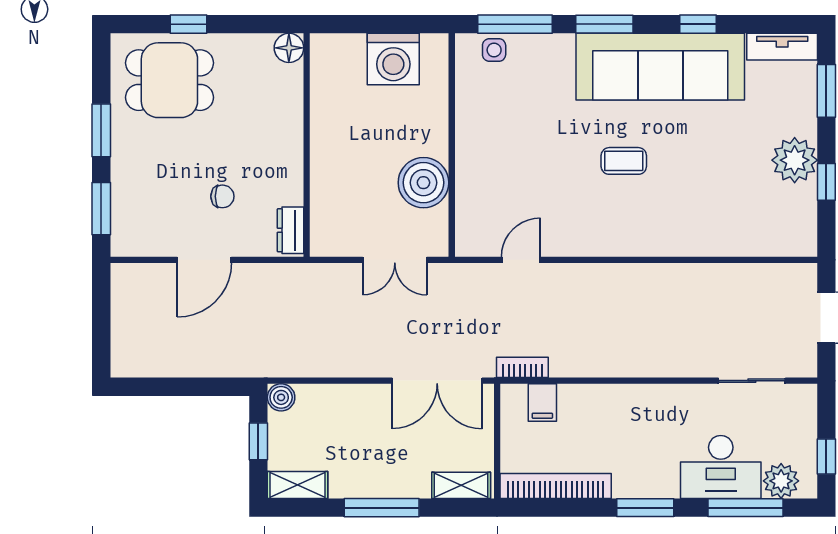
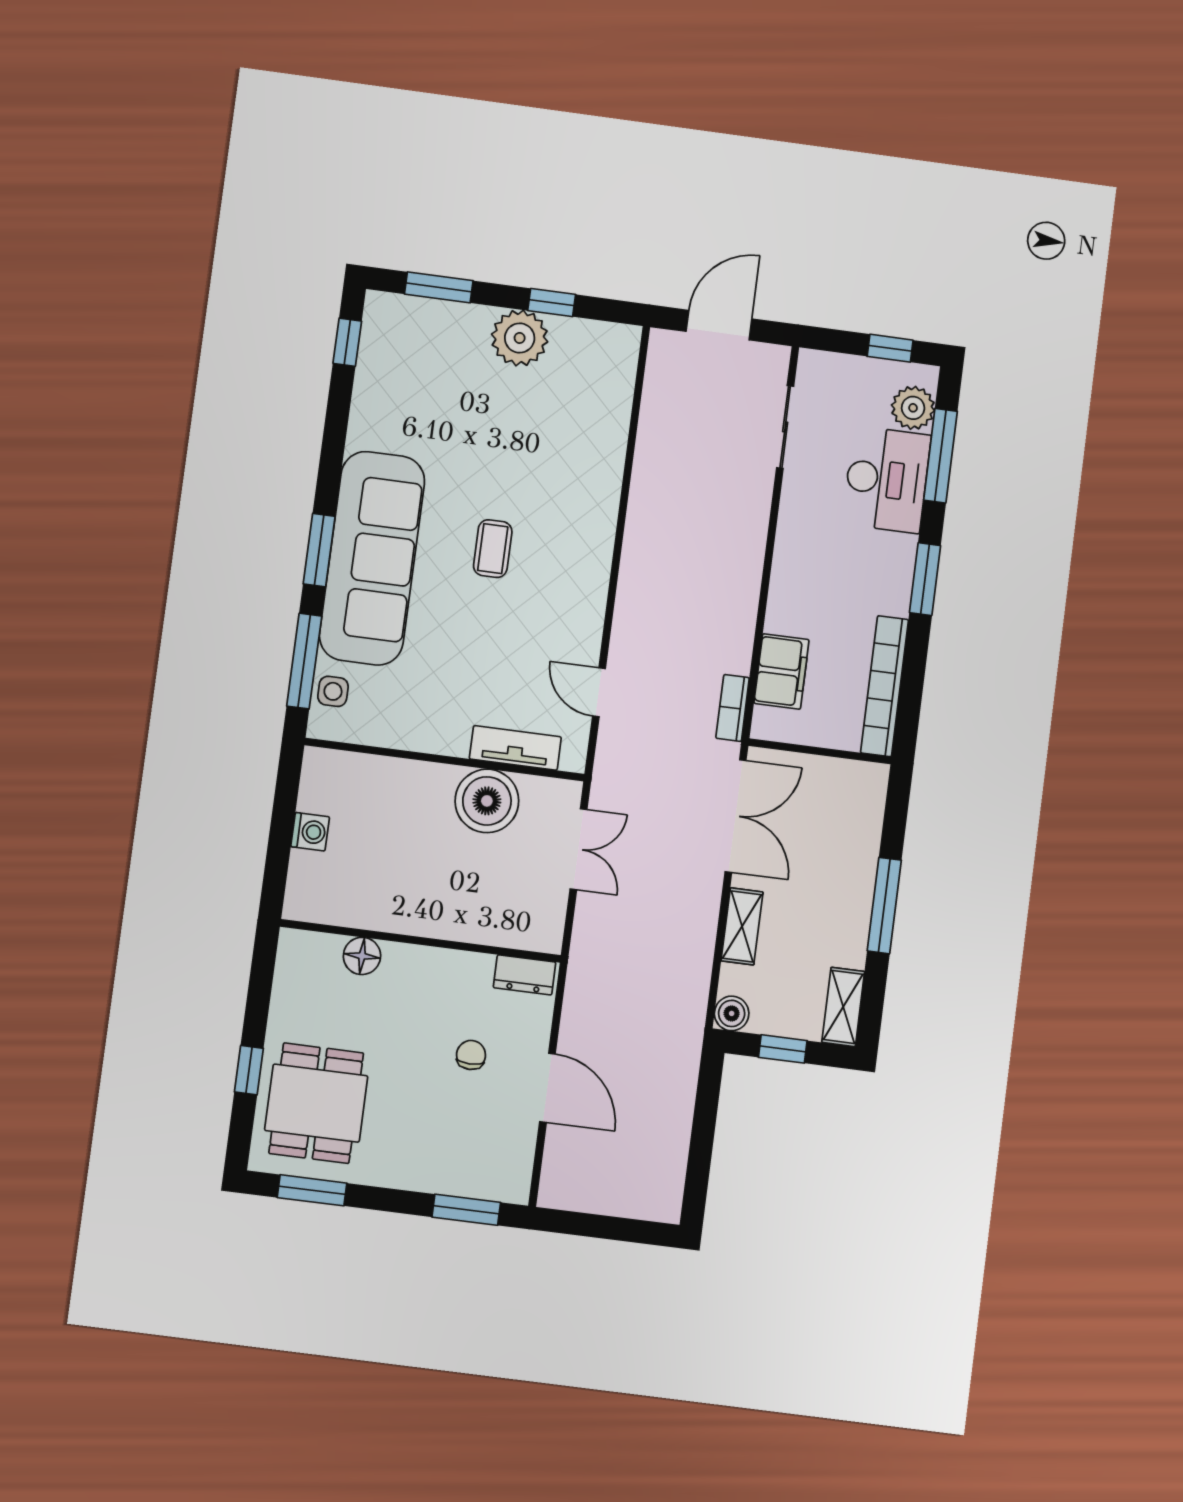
window: (698, 24) -> (347, 342), moved
tv unit: (782, 47) -> (515, 748), moved, turned -90
floor lamp: (289, 48) -> (362, 956), moved
washing machine: (393, 59) -> (310, 832), width x0.53, depth x0.53
sofa: (660, 67) -> (372, 558), moved
window: (101, 130) -> (312, 1190), moved
filing cabinet: (542, 403) -> (781, 671), width x2.00
shelving: (461, 485) -> (742, 926), moved

